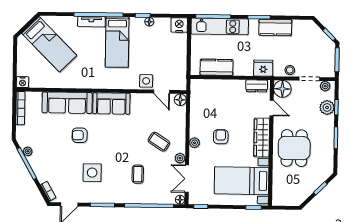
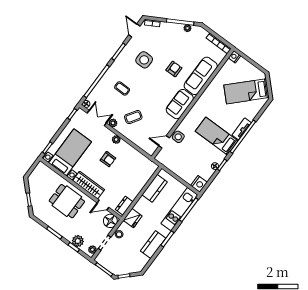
floor lamp: (180, 100) -> (150, 150), removed

